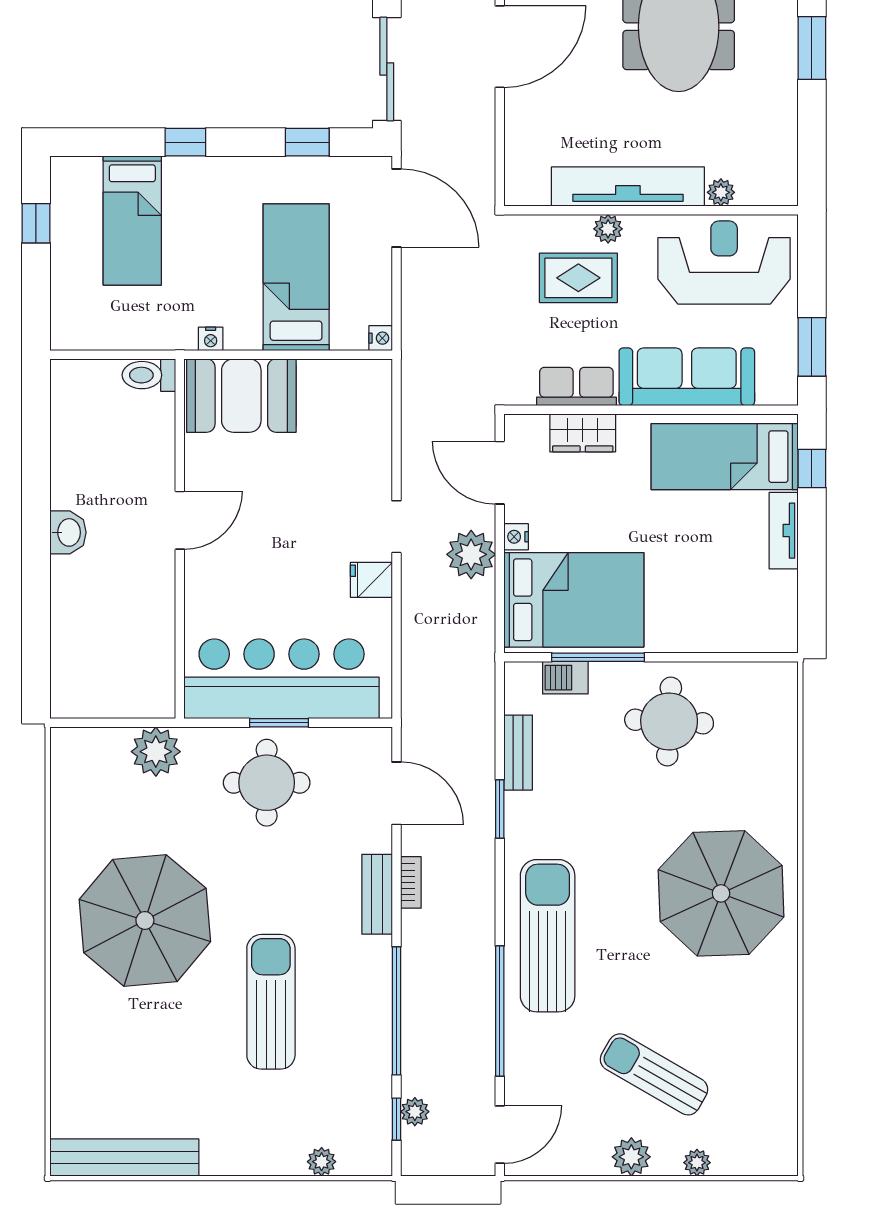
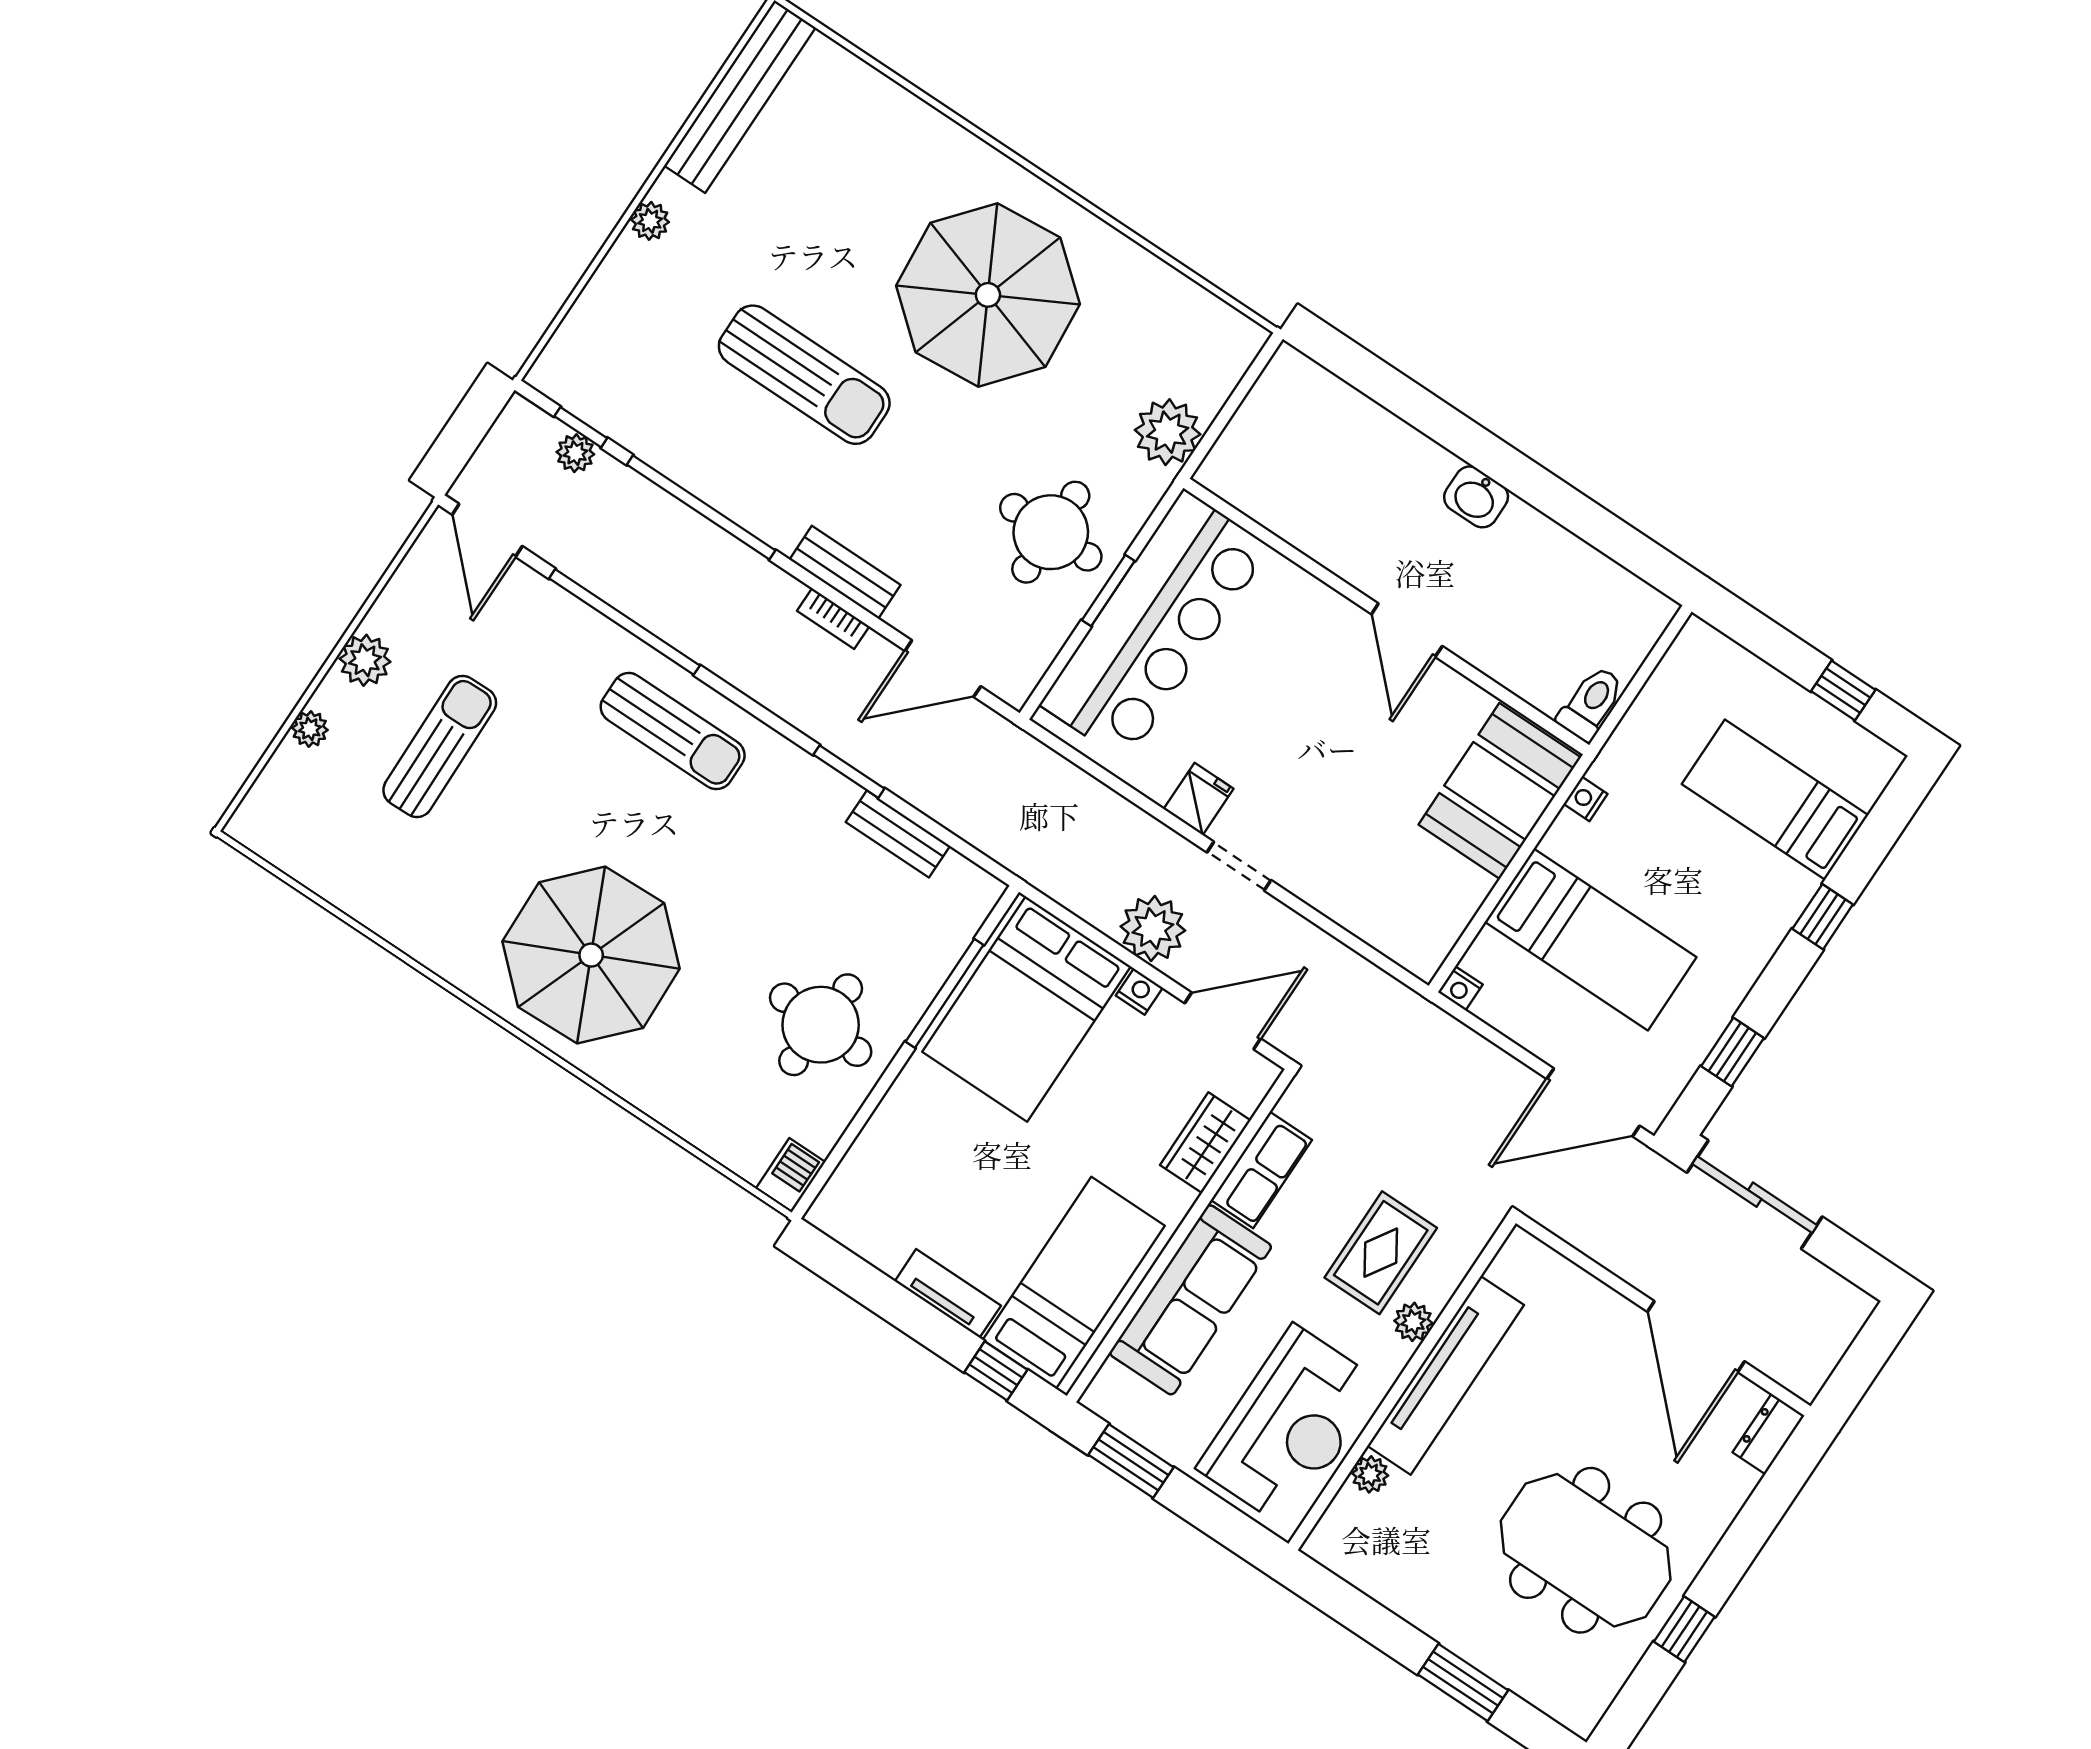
barbecue: (565, 678) -> (791, 1175), moved
sun lounger: (548, 936) -> (673, 731), width x0.73, depth x0.75
sun lounger: (654, 1074) -> (440, 746), turned -31
plant: (322, 1162) -> (650, 221), moved

